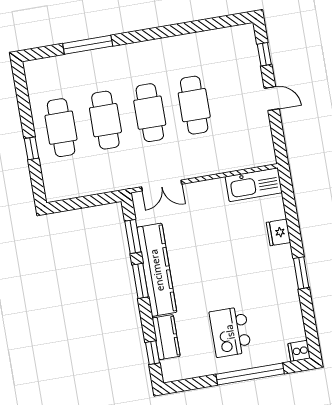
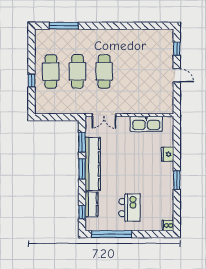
window: (88, 45) -> (64, 26), moved
cafe table: (194, 105) -> (131, 71), removed
kitchen sink: (254, 185) -> (146, 124), moved
kitchen island: (230, 332) -> (130, 208), turned 180
window: (250, 374) -> (112, 234), moved

